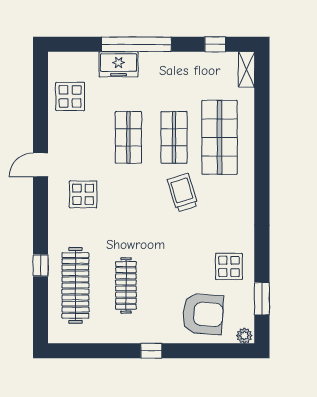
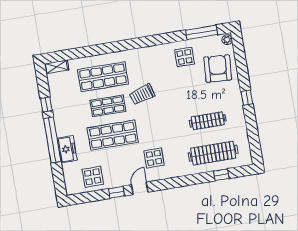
window: (215, 44) -> (46, 105), moved
window: (41, 128) -> (116, 192), added
shop shelf: (128, 137) -> (113, 135), width x1.43, depth x1.36
door: (41, 165) -> (140, 188), swing flipped
window: (41, 265) -> (221, 175), moved
window: (262, 299) -> (202, 32), width x1.44

